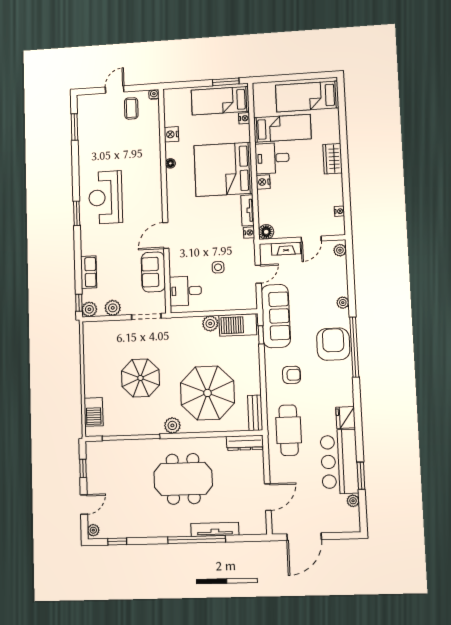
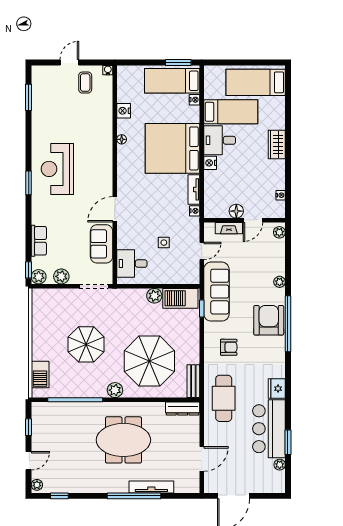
floor lamp: (266, 232) -> (236, 211), moved

